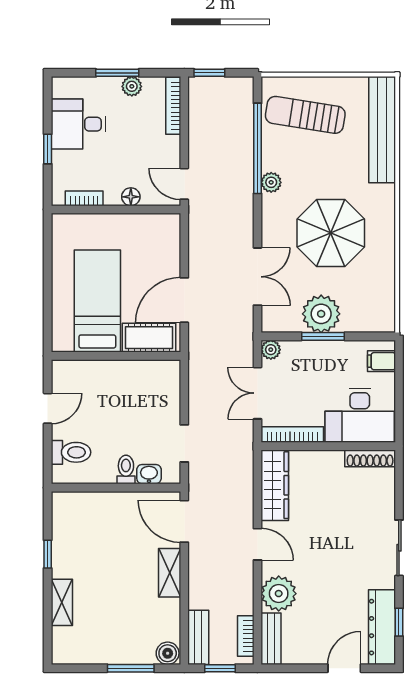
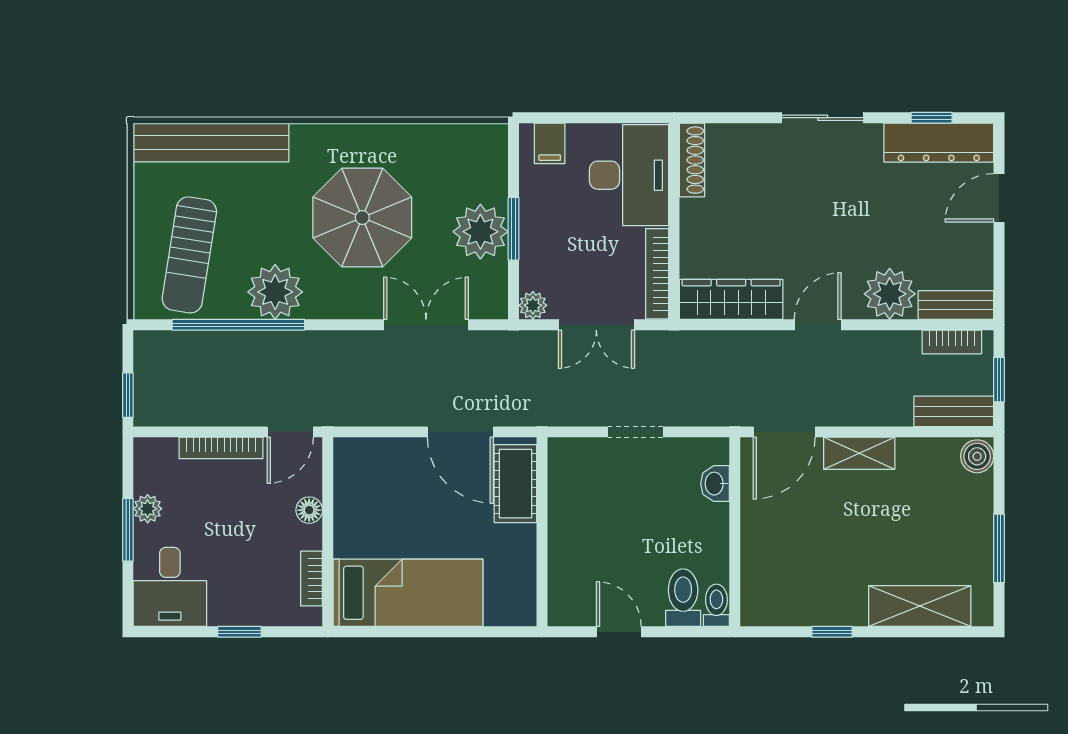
bookcase: (173, 106) -> (221, 448), moved
desk: (78, 124) -> (170, 587), moved
plant: (271, 182) -> (275, 292), width x1.87, depth x1.87
bed: (97, 301) -> (408, 593), moved, turned 180
doorway: (184, 443) -> (635, 432), moved
toilet: (126, 470) -> (716, 605), moved, turned 90
shelving: (62, 602) -> (920, 606), width x1.50, depth x1.33
window: (131, 668) -> (999, 548), moved
door: (344, 668) -> (999, 198), hinge flipped

